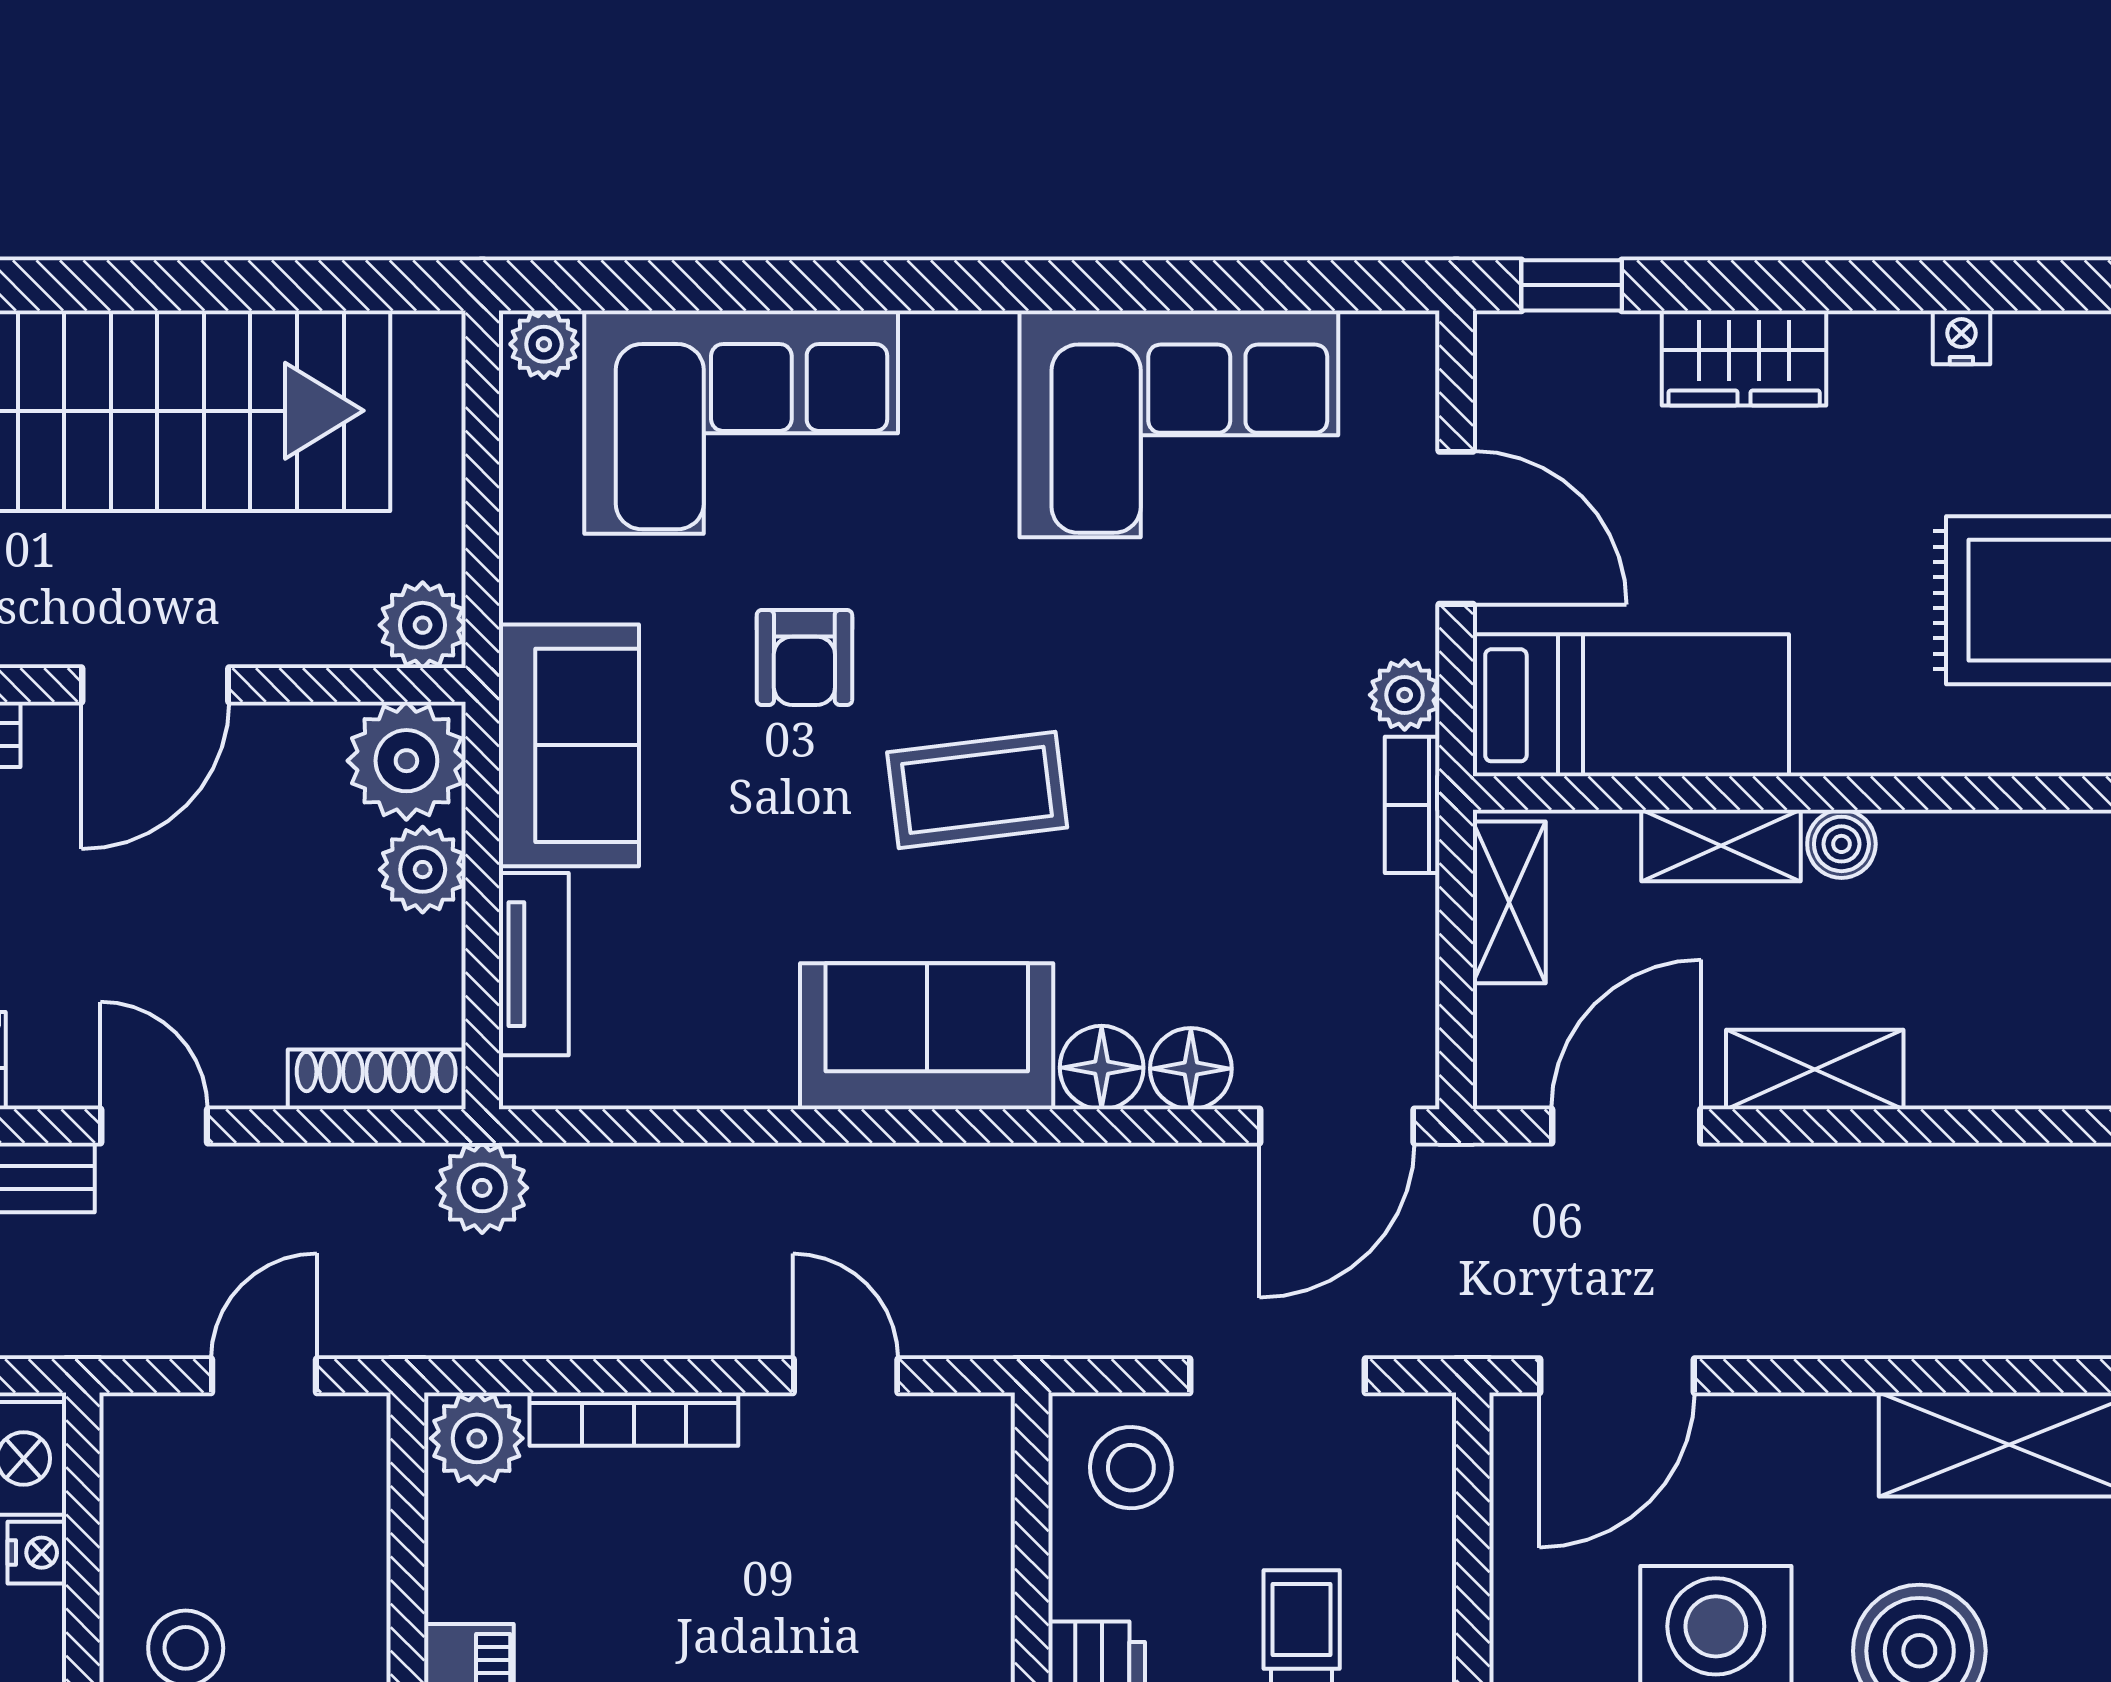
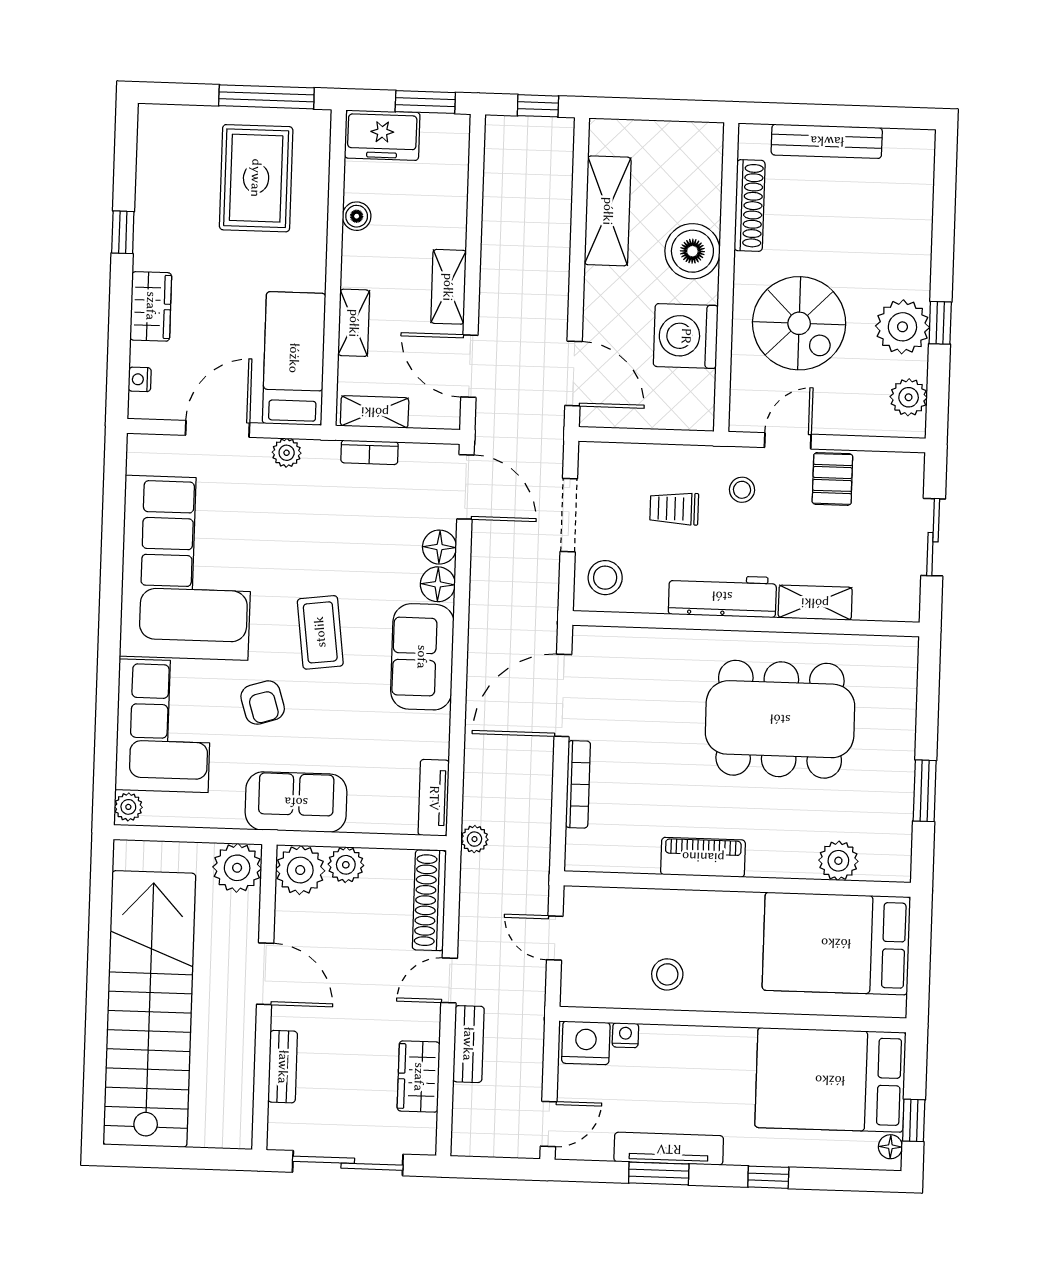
window: (1572, 285) -> (123, 232), moved
nightstand: (1961, 337) -> (140, 379), moved
corner sofa: (1179, 424) -> (187, 568), width x1.36, depth x1.36
plant: (423, 625) -> (237, 868), width x1.36, depth x1.36
armchair: (804, 657) -> (263, 703), turned 73
bookcase: (1412, 805) -> (369, 452), moved
boiler: (1841, 844) -> (357, 216), moved
tv unit: (534, 964) -> (434, 798), moved, turned -90
shoe rack: (376, 1079) -> (429, 900), width x1.36, depth x1.24
plant: (482, 1188) -> (474, 839), width x0.73, depth x0.73
door: (846, 1376) -> (563, 695), width x1.87
plant: (477, 1438) -> (584, 850), removed

